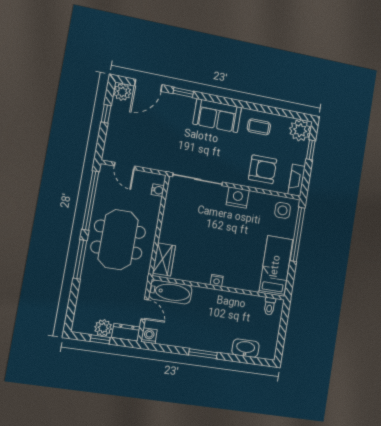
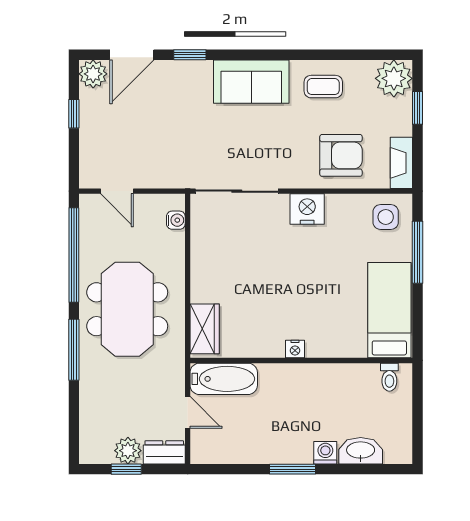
window: (297, 234) -> (417, 252), width x0.68
washing machine: (149, 336) -> (325, 453), moved

